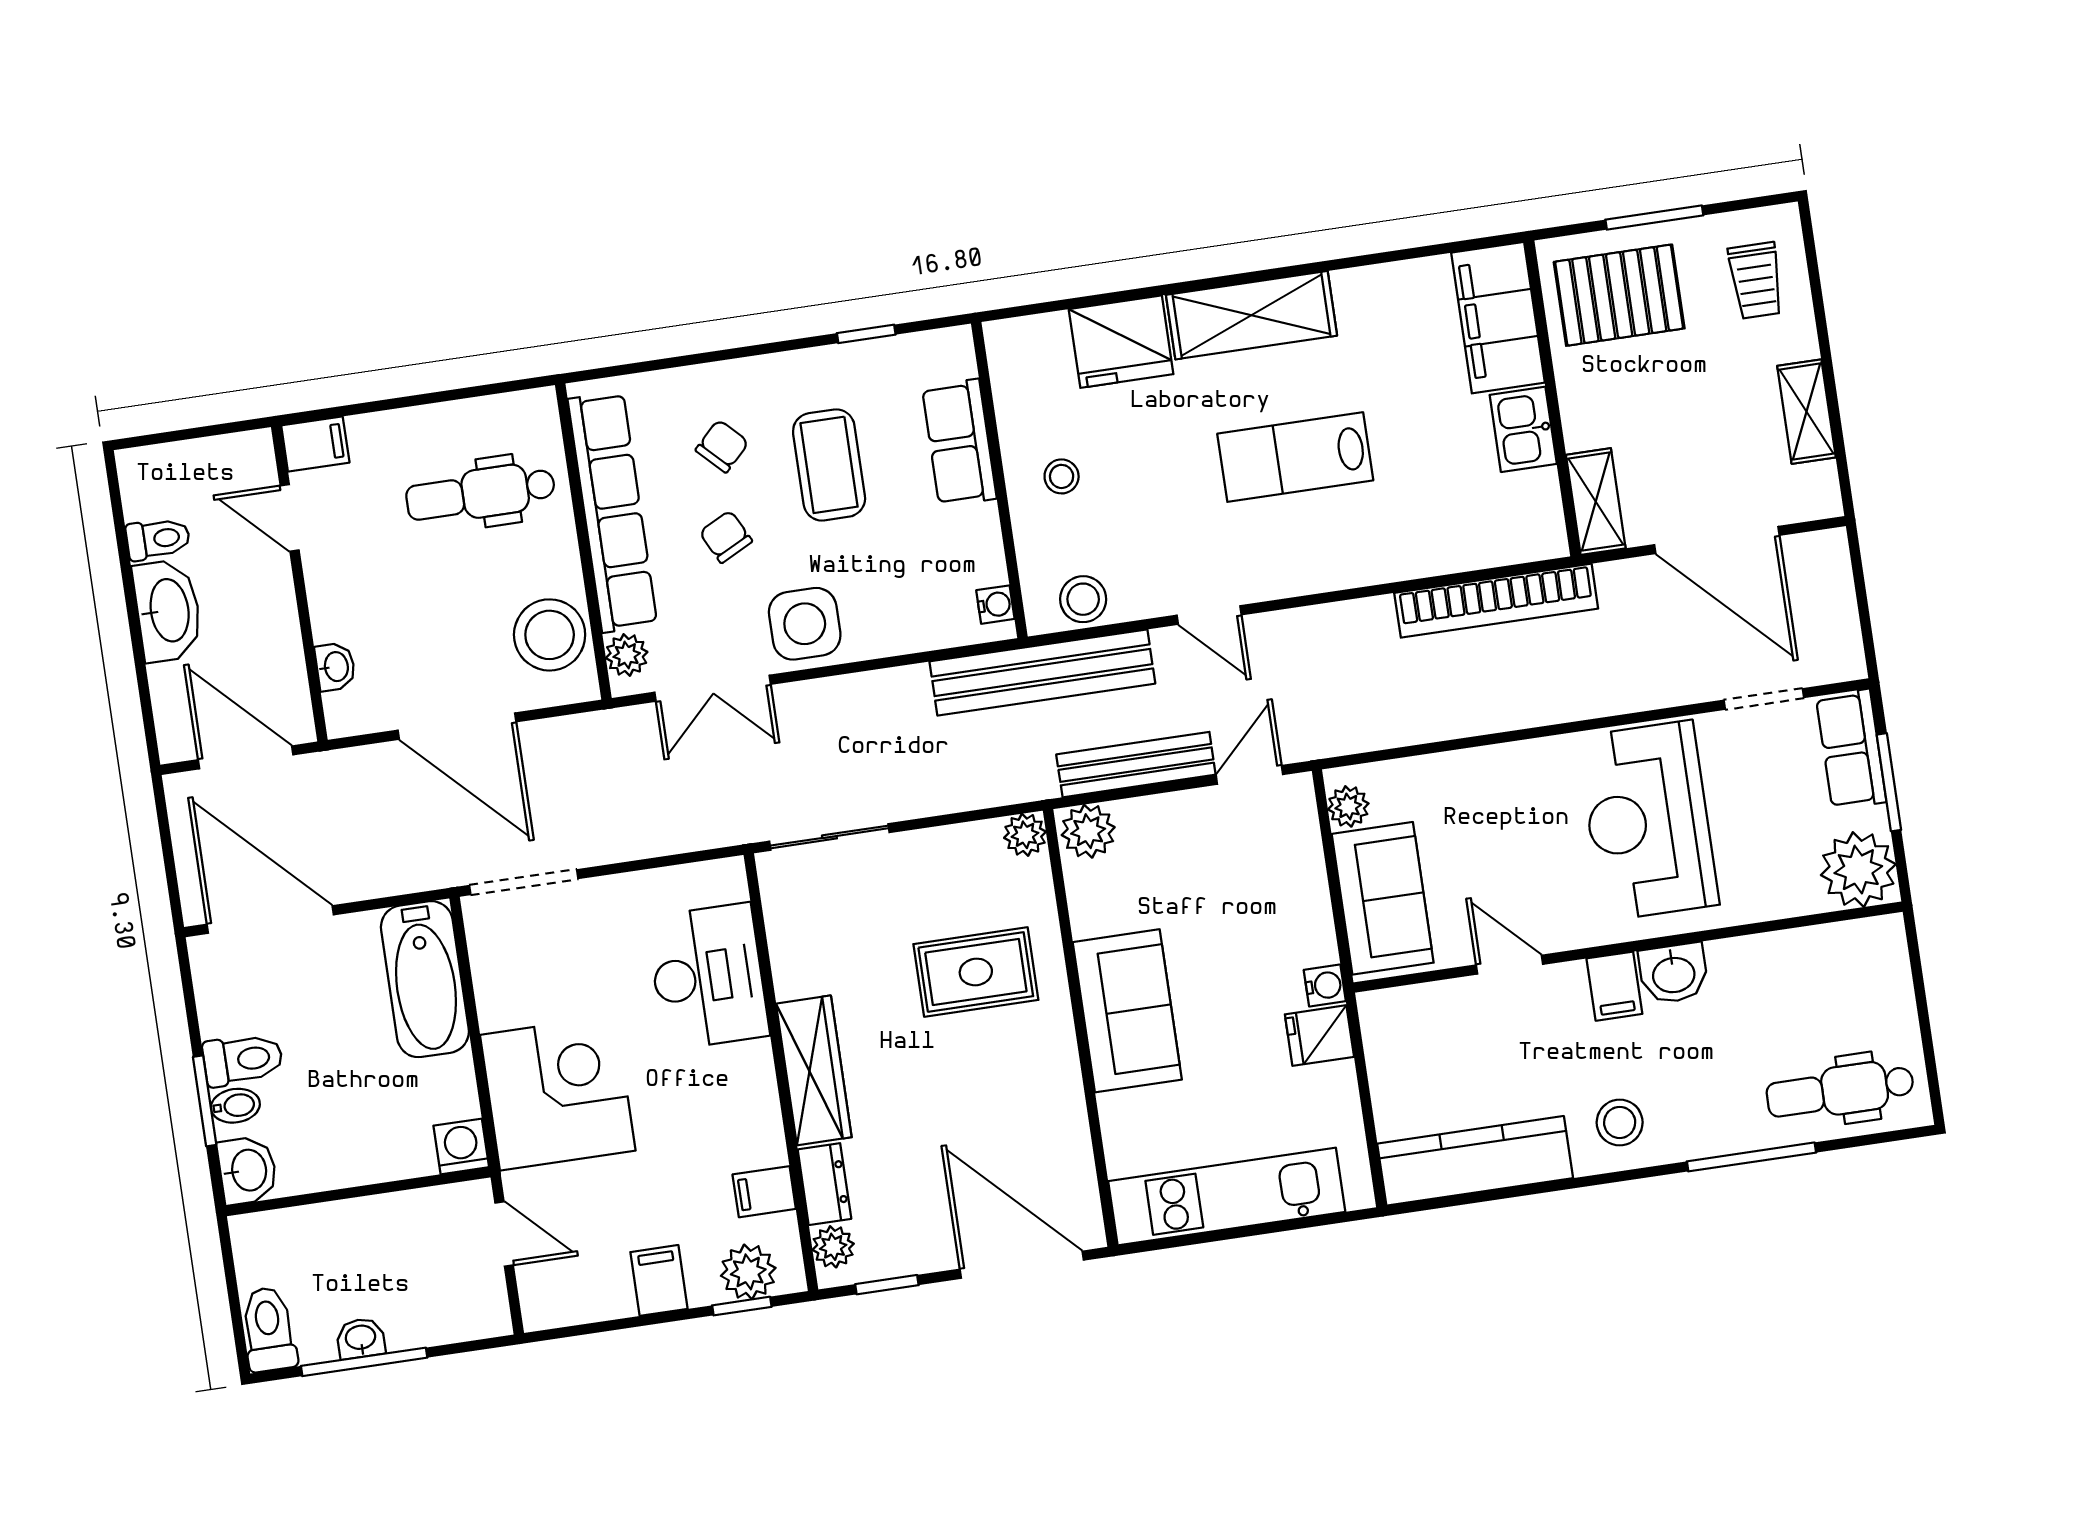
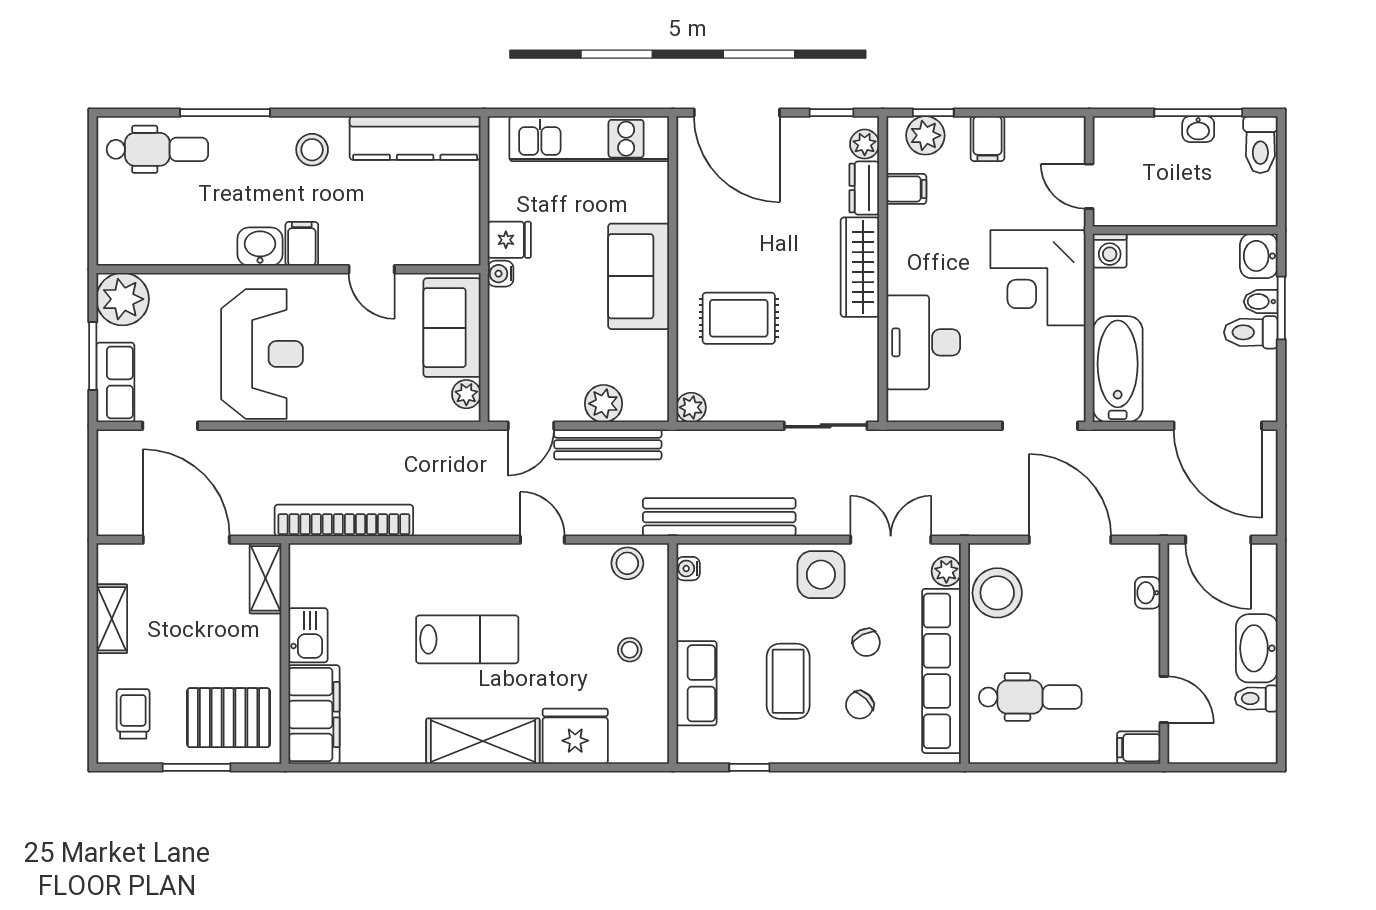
bench: (1042, 673) -> (719, 517), moved
plant: (1088, 831) -> (603, 404), moved

